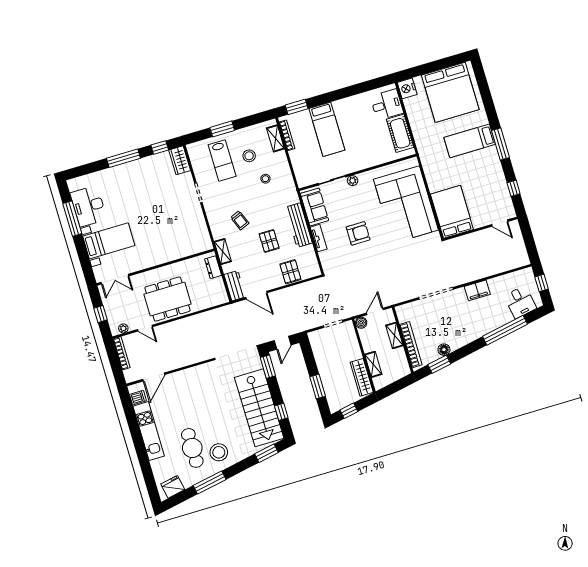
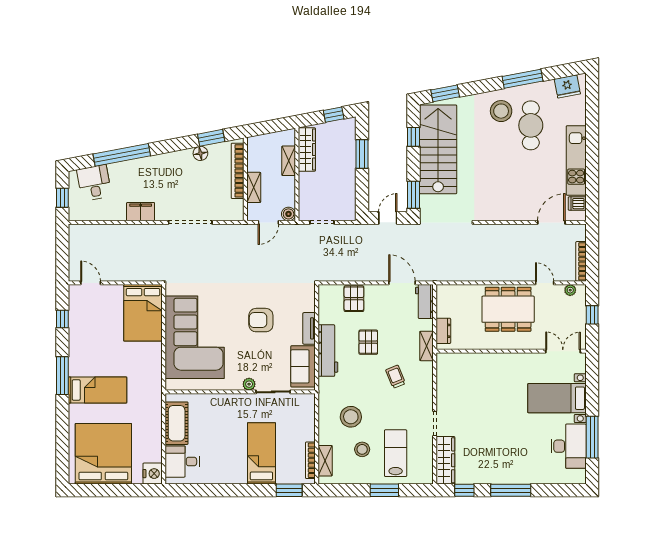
wardrobe: (180, 160) -> (445, 460), width x1.50
stool: (265, 179) -> (351, 417), width x1.89, depth x1.89

